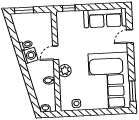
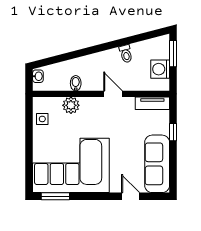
window: (69, 8) -> (173, 132), moved
tv unit: (61, 24) -> (152, 103), added
washing machine: (30, 56) -> (160, 69), moved, turned 105
plant: (65, 71) -> (71, 105), moved

